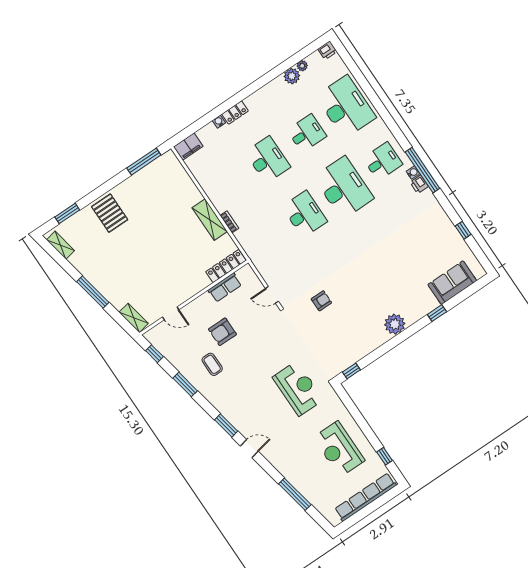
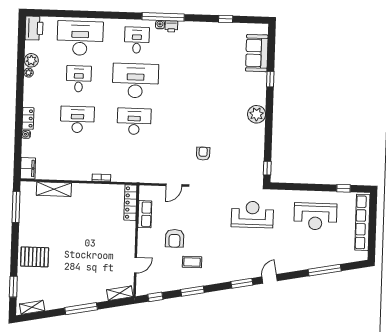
printer: (327, 50) -> (34, 28), width x1.87, depth x1.48
plant: (302, 66) -> (29, 73), moved
shelving: (210, 220) -> (54, 189), moved

